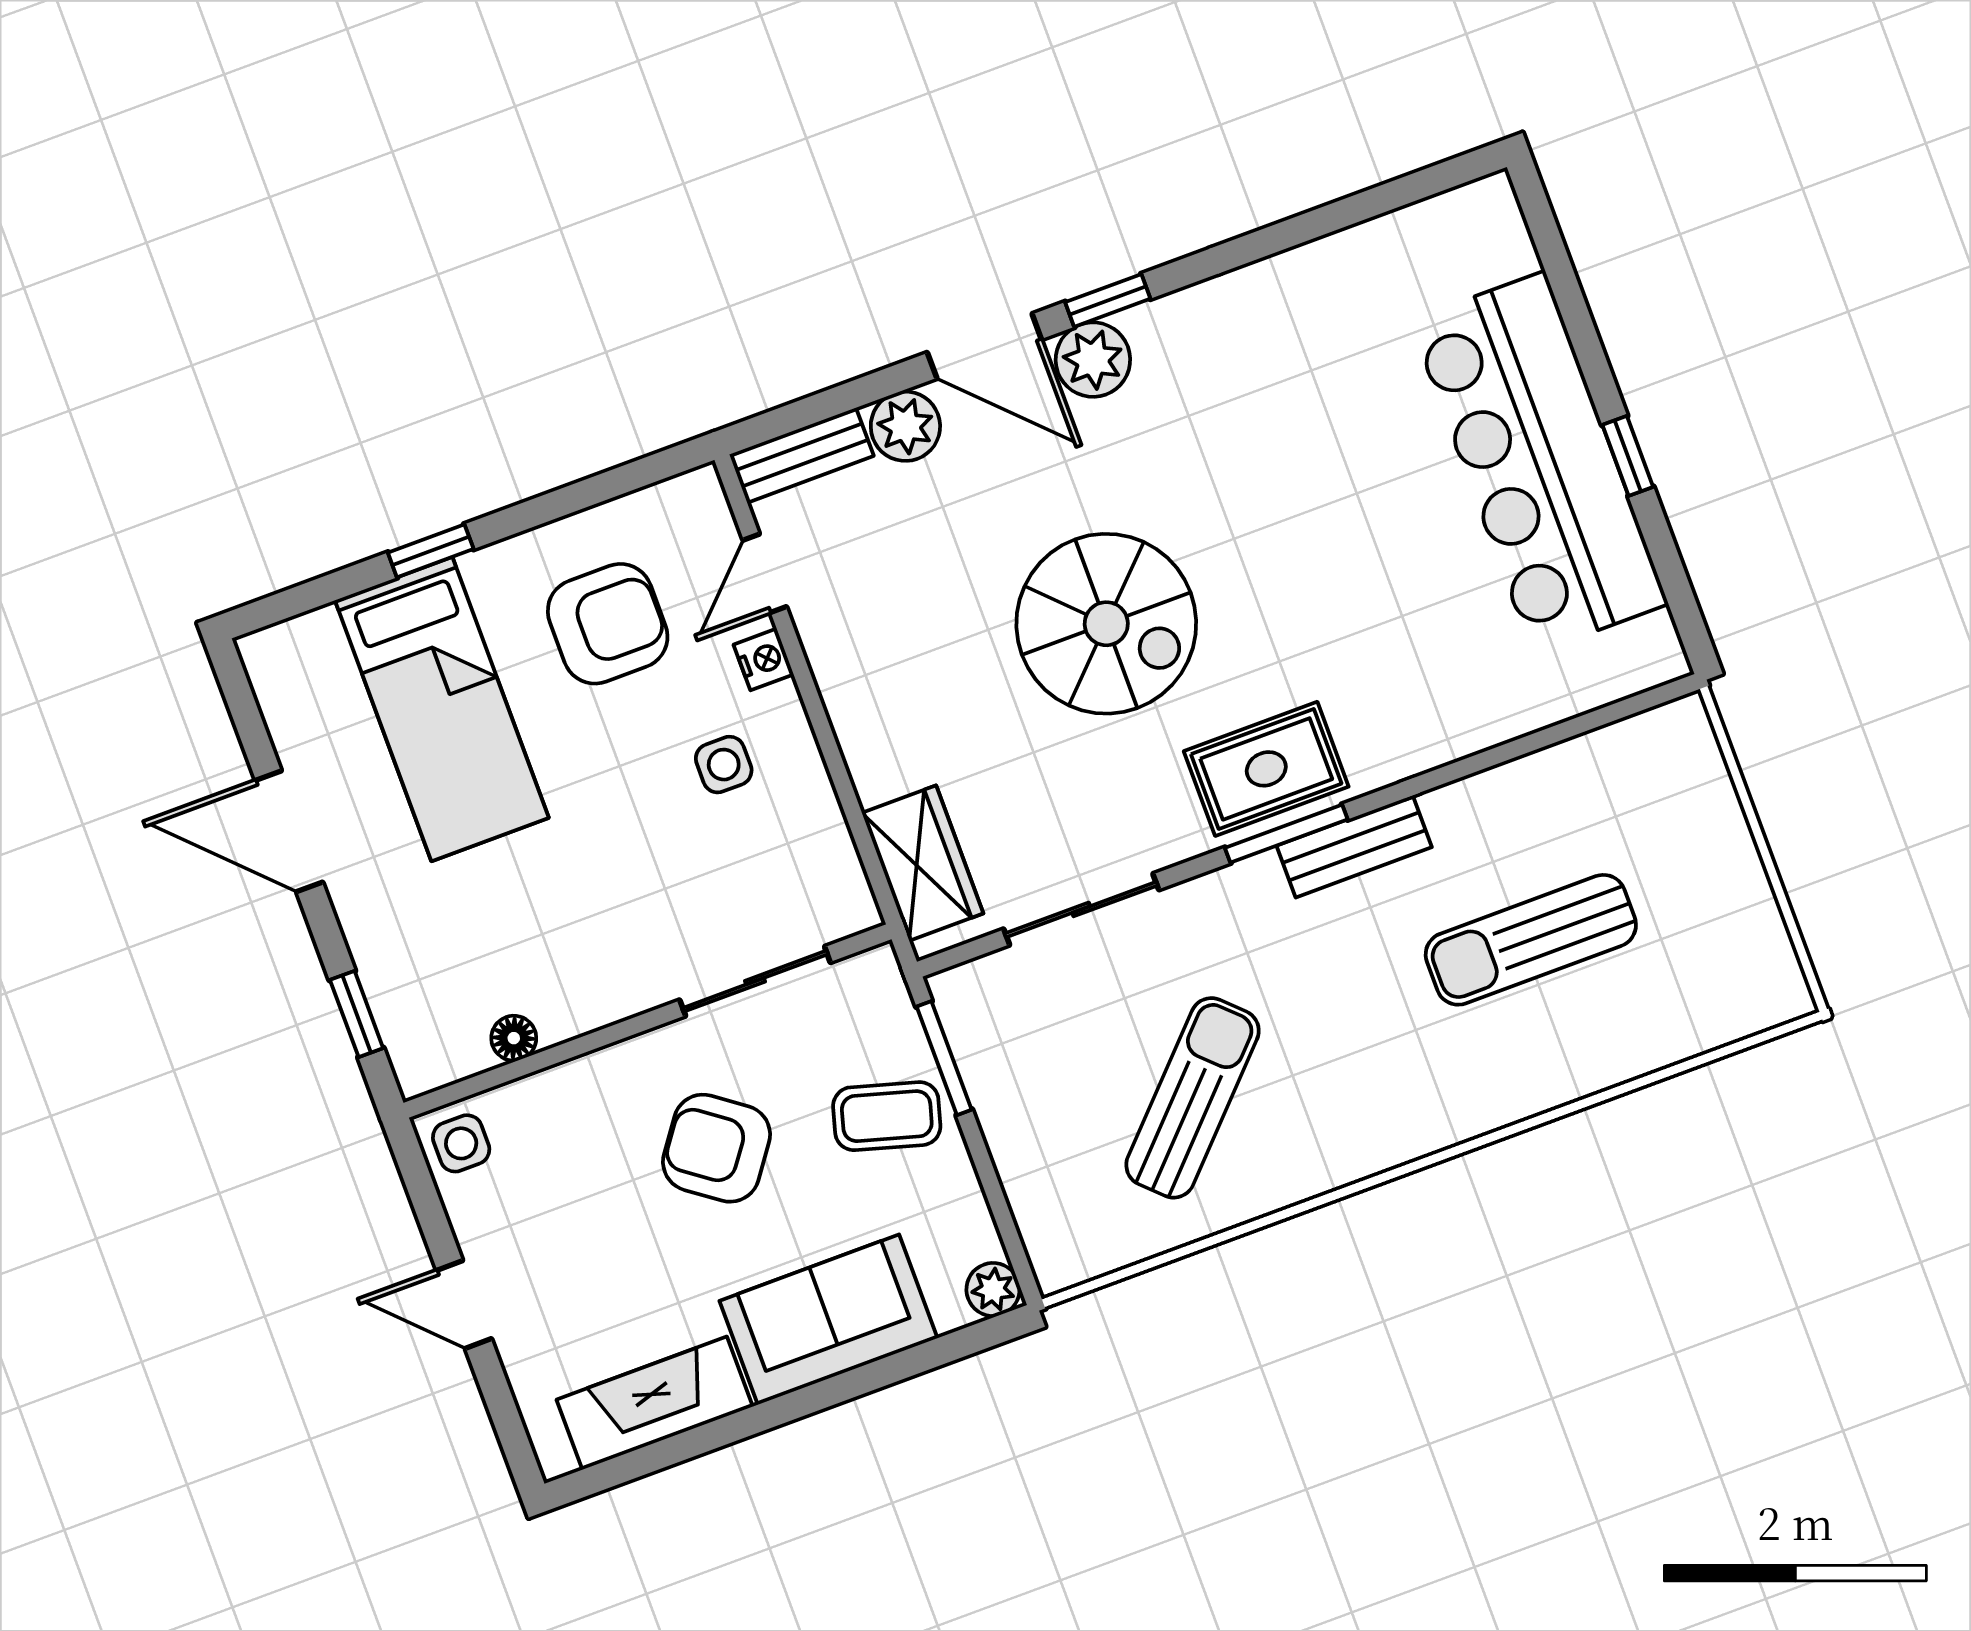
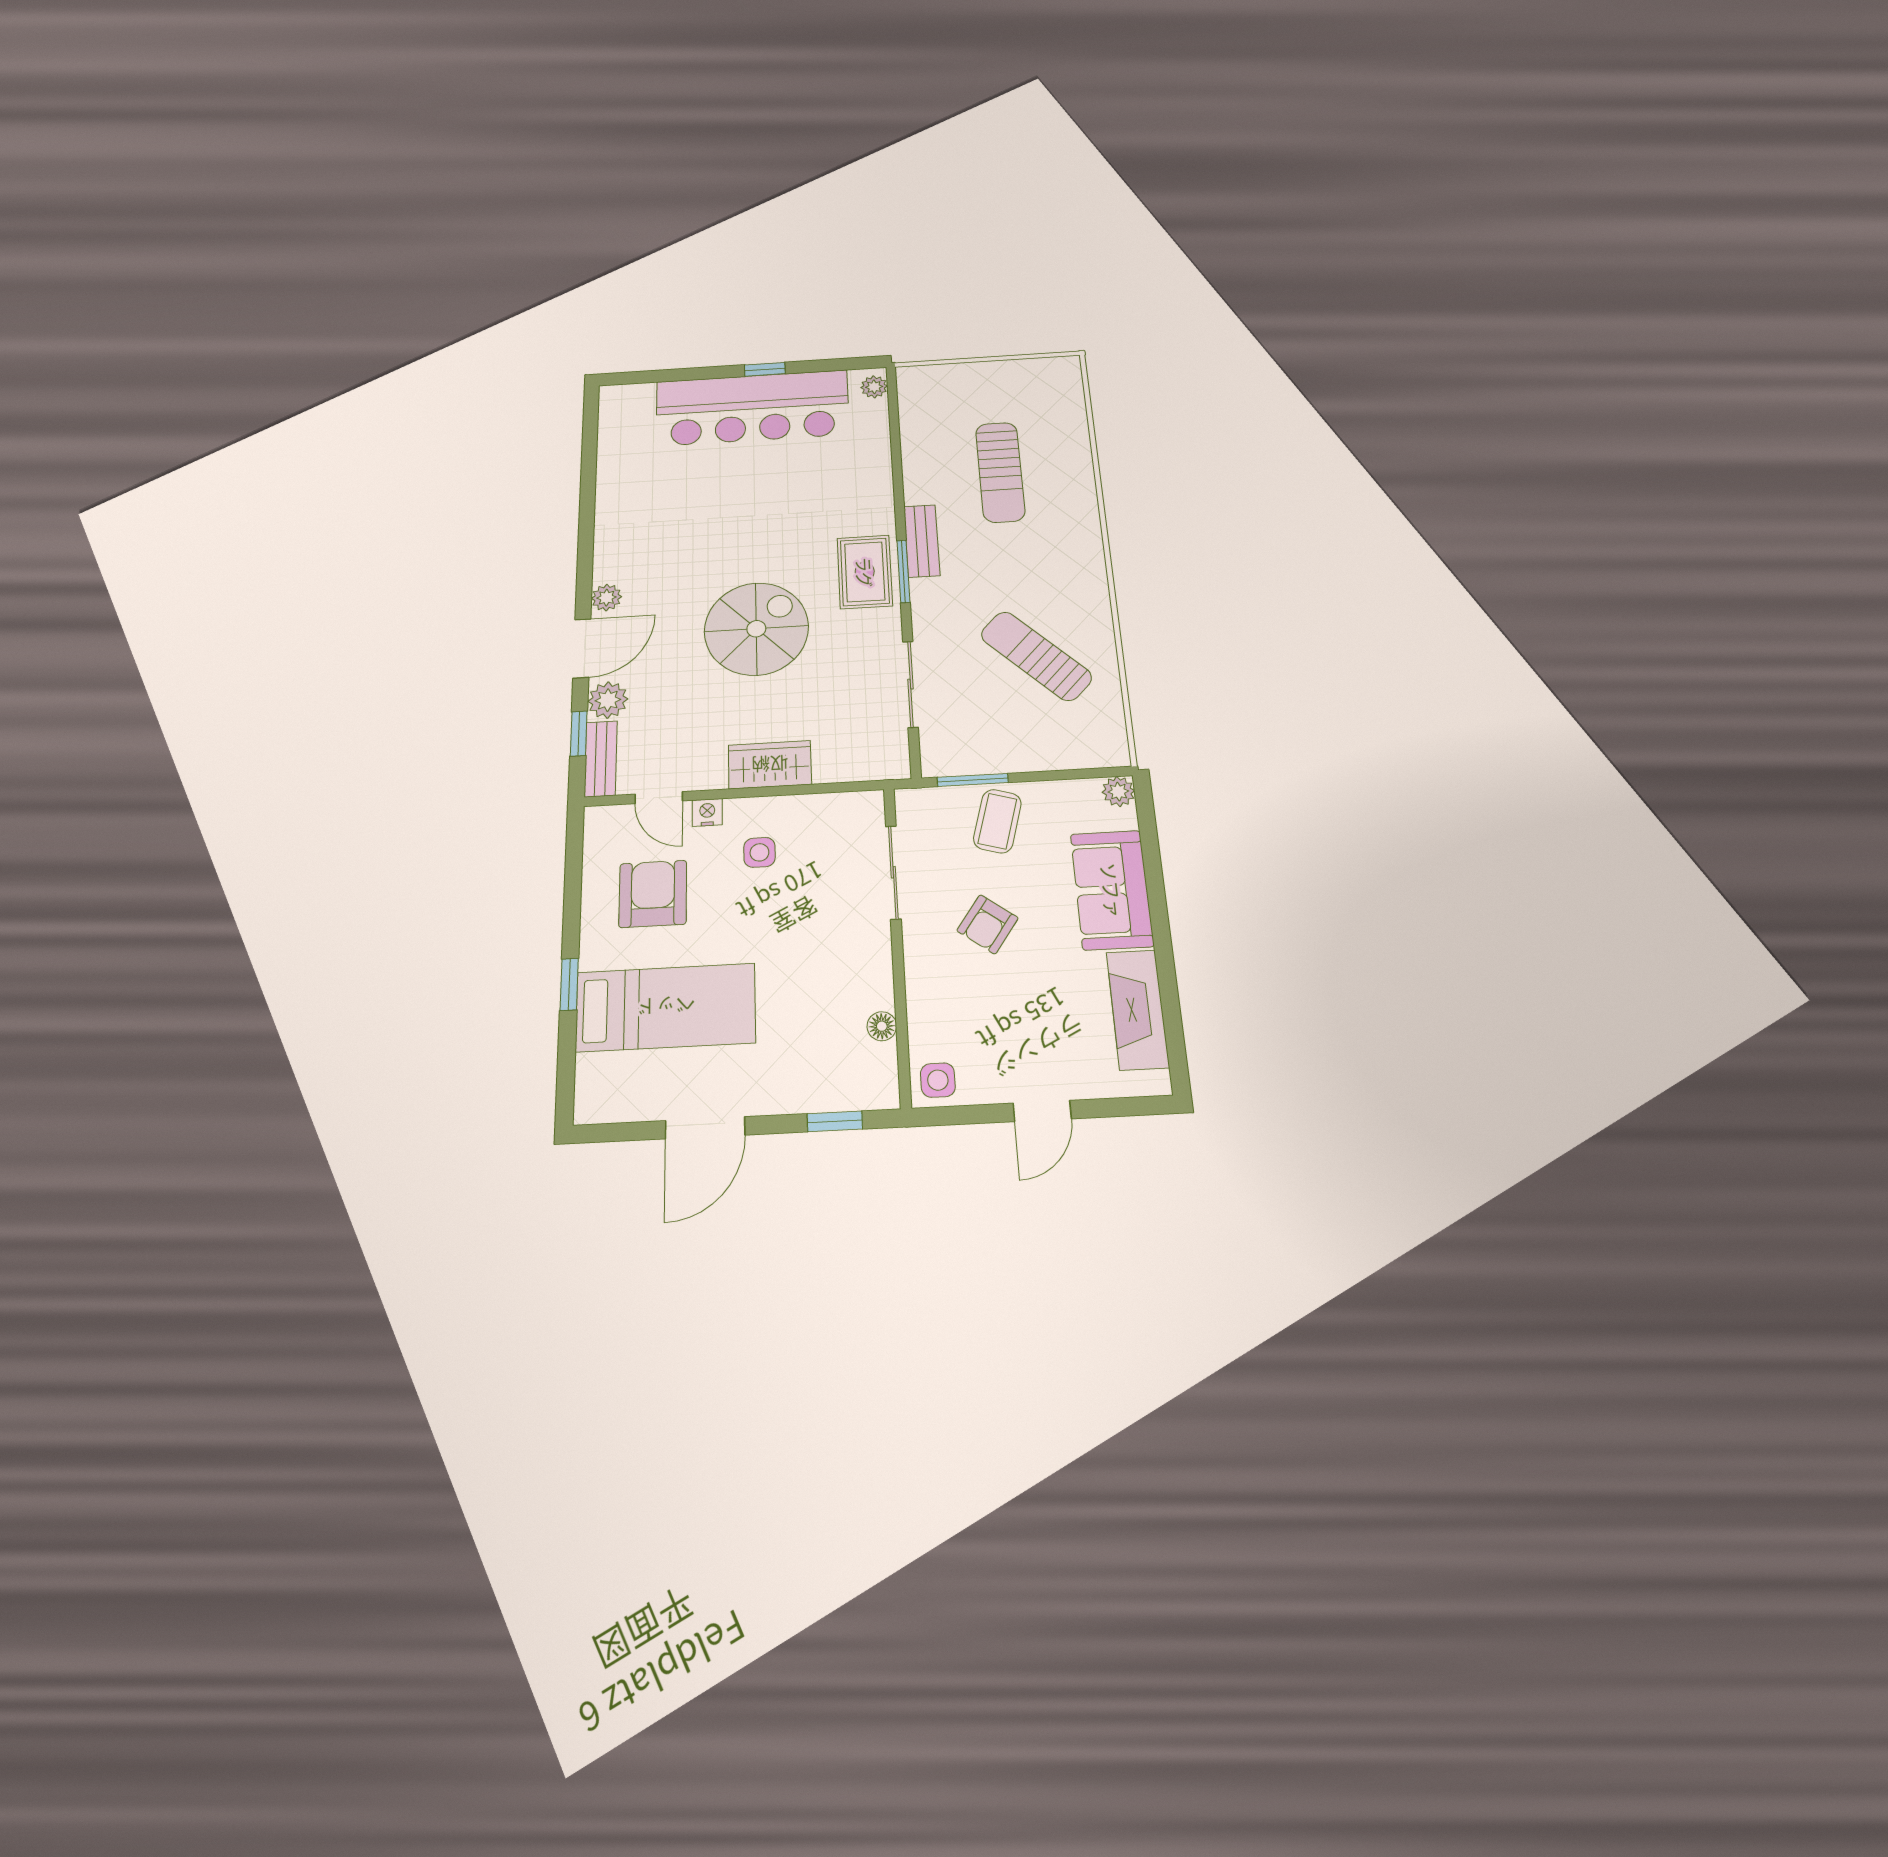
window: (1108, 300) -> (579, 734), moved
plant: (1093, 360) -> (607, 598), width x0.73, depth x0.73
plant: (1646, 665) -> (874, 387), added
wardrobe: (923, 863) -> (770, 765), moved
armchair: (716, 1148) -> (988, 924), width x0.72, depth x0.72

